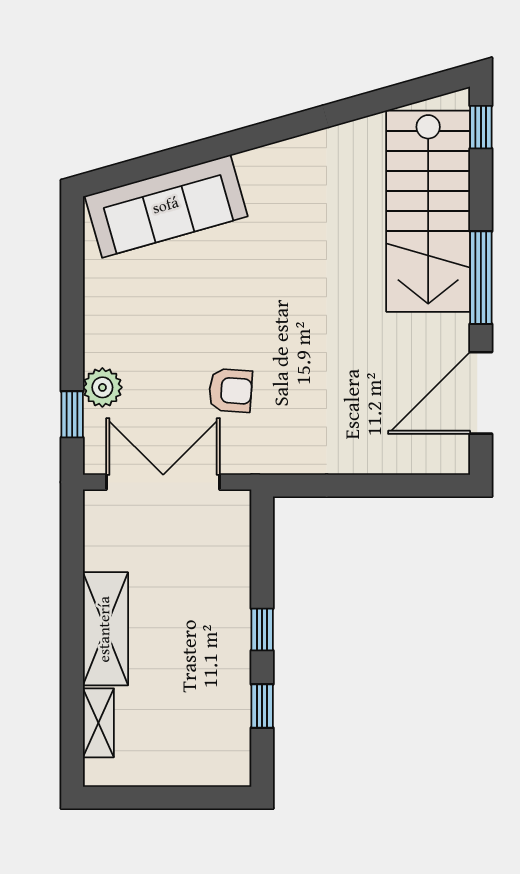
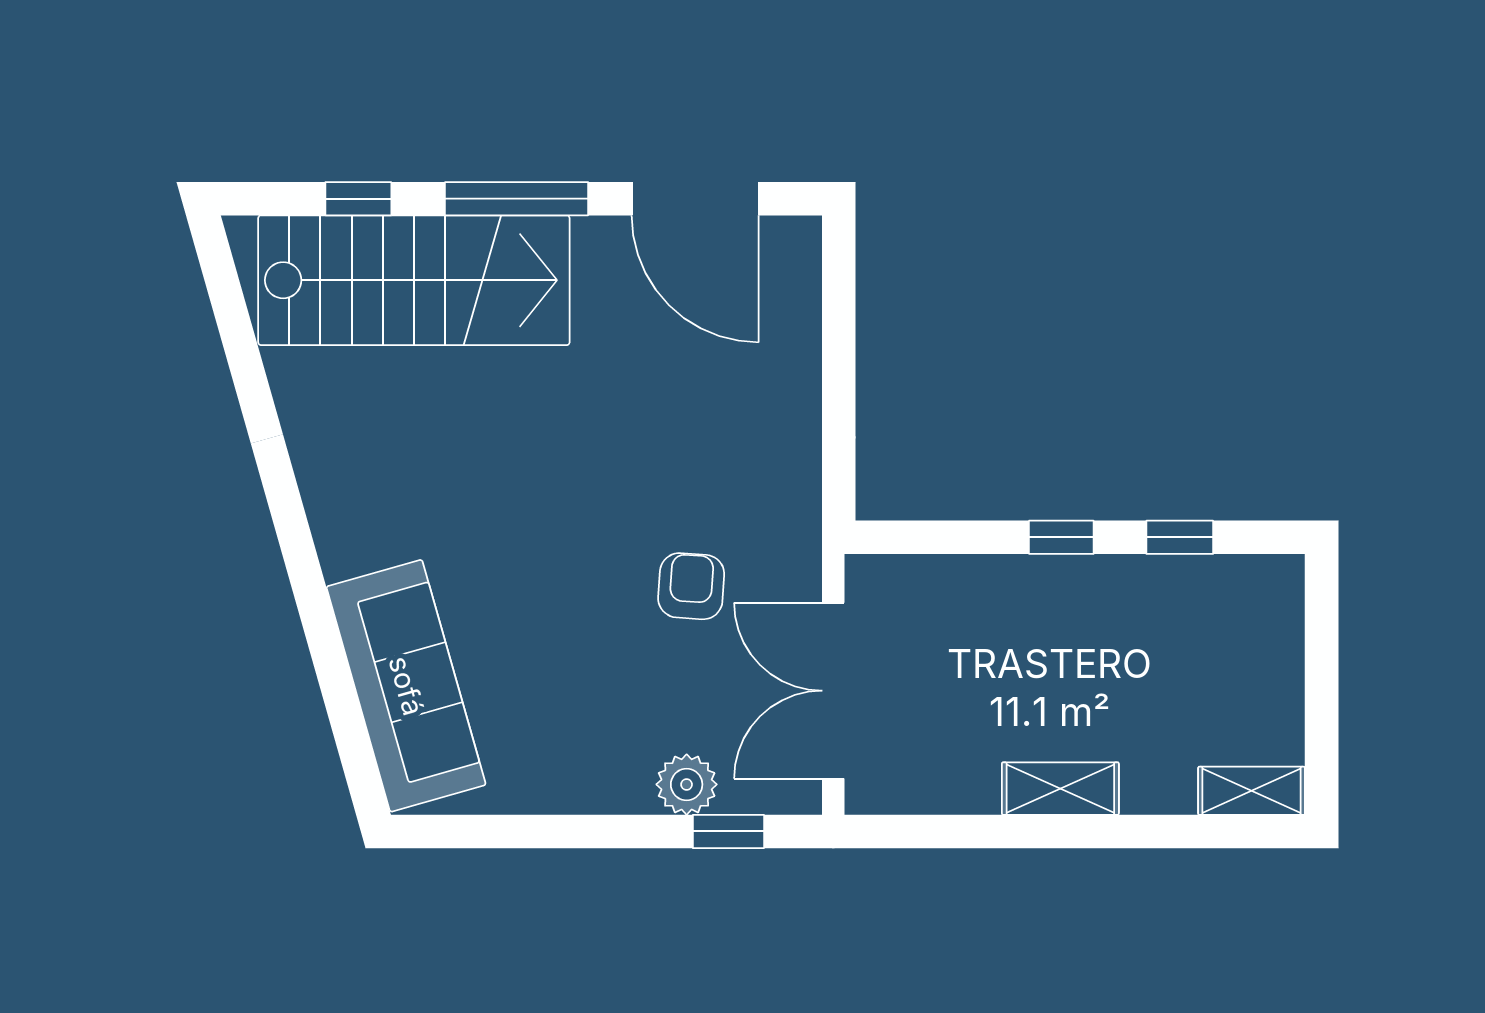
window: (481, 127) -> (358, 199), moved
shelving: (105, 629) -> (1060, 789), width x0.67, depth x0.75
shelving: (98, 723) -> (1252, 791), moved

